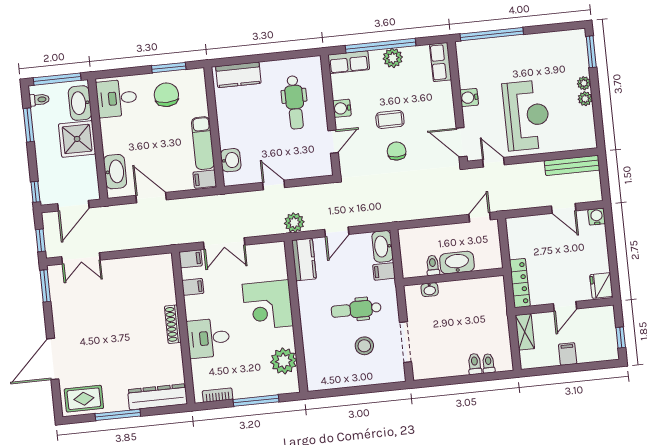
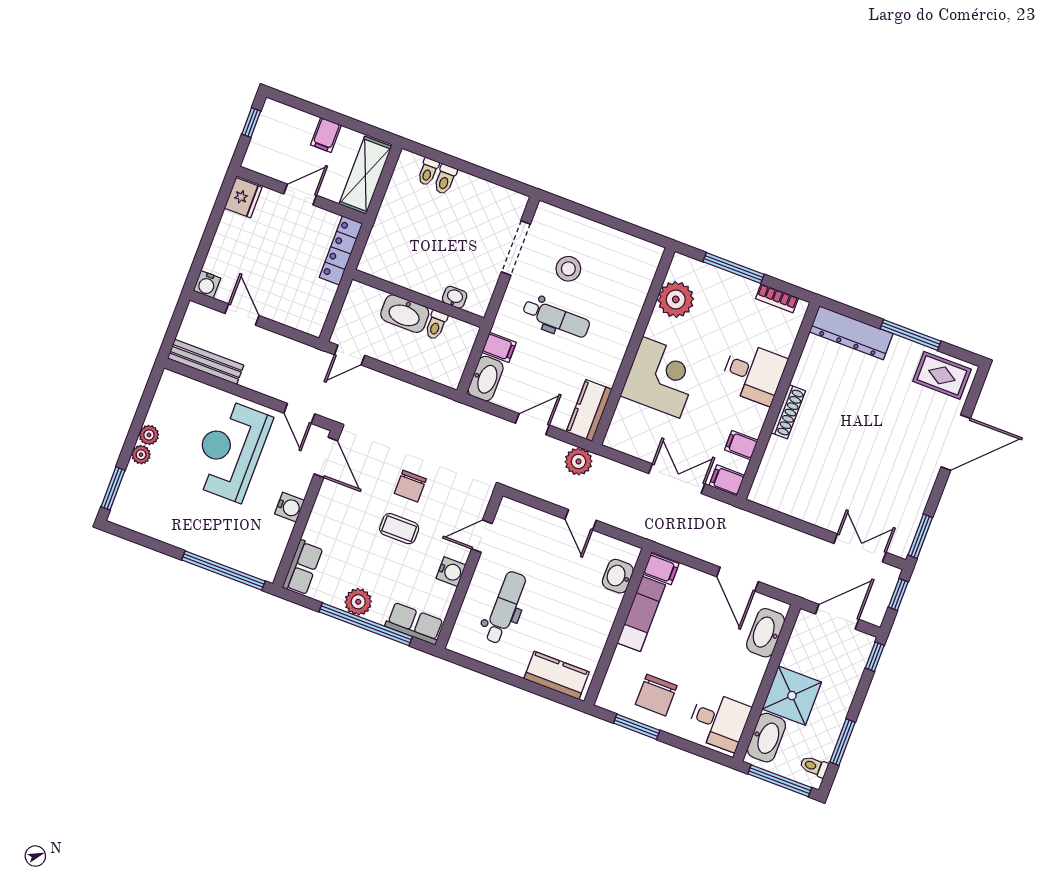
shelving: (525, 332) -> (365, 175), width x1.50, depth x1.33

